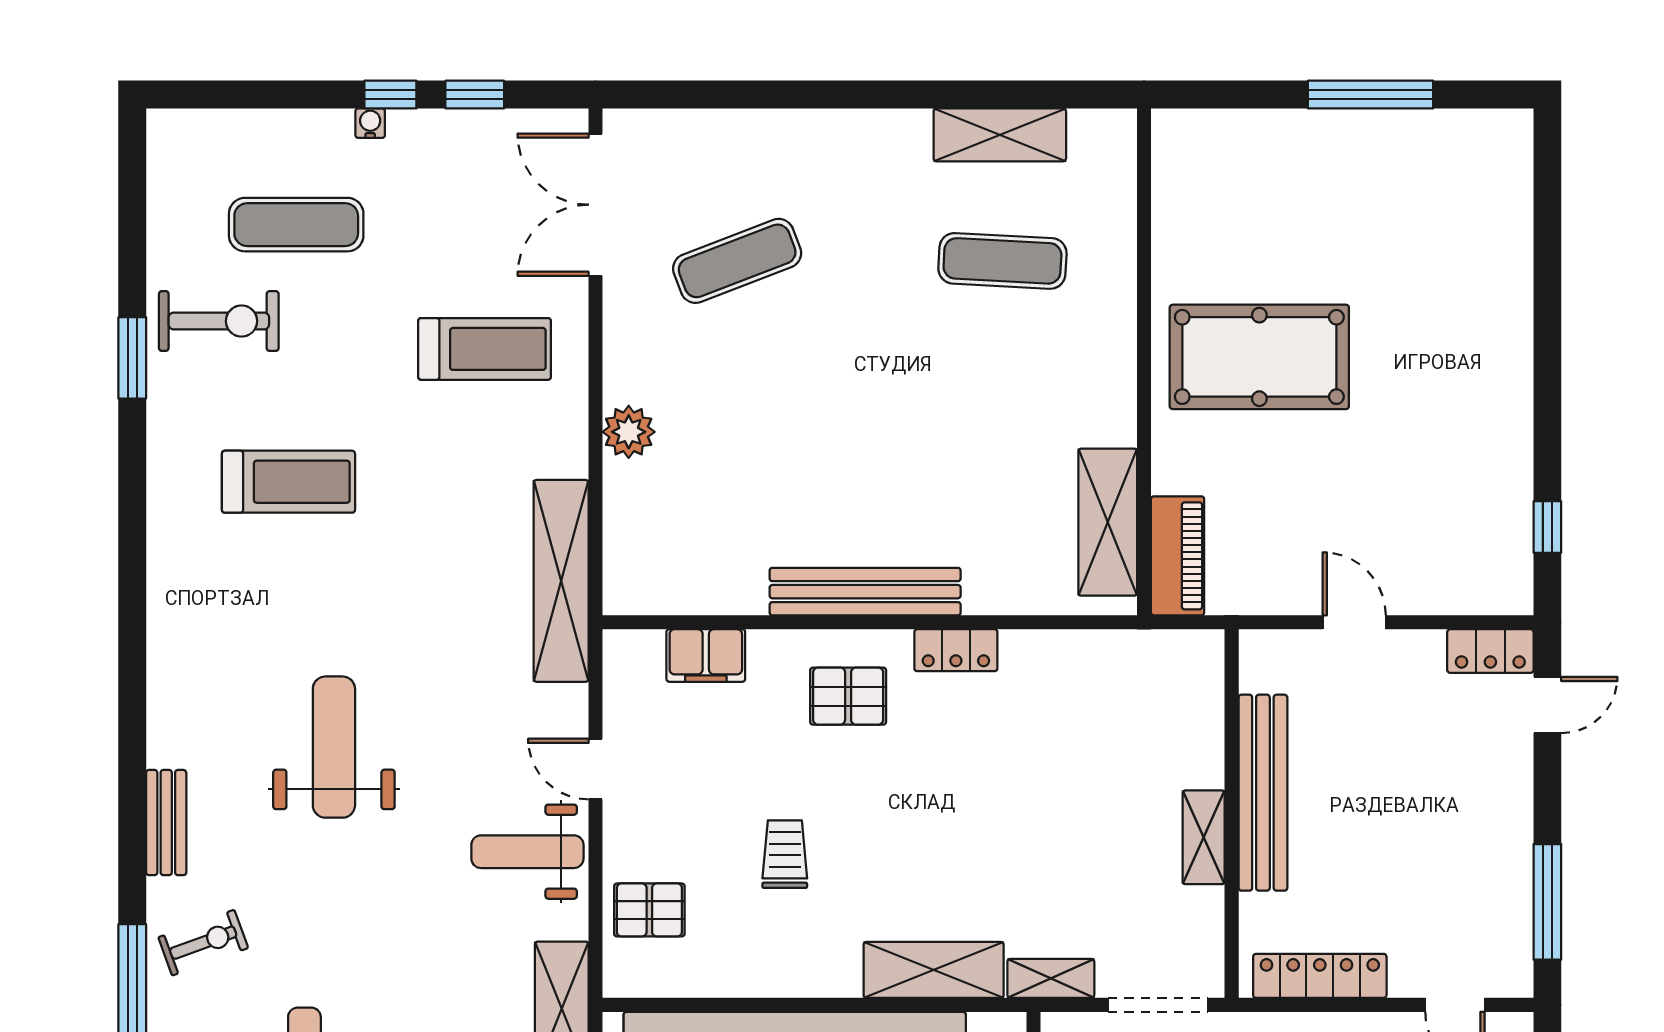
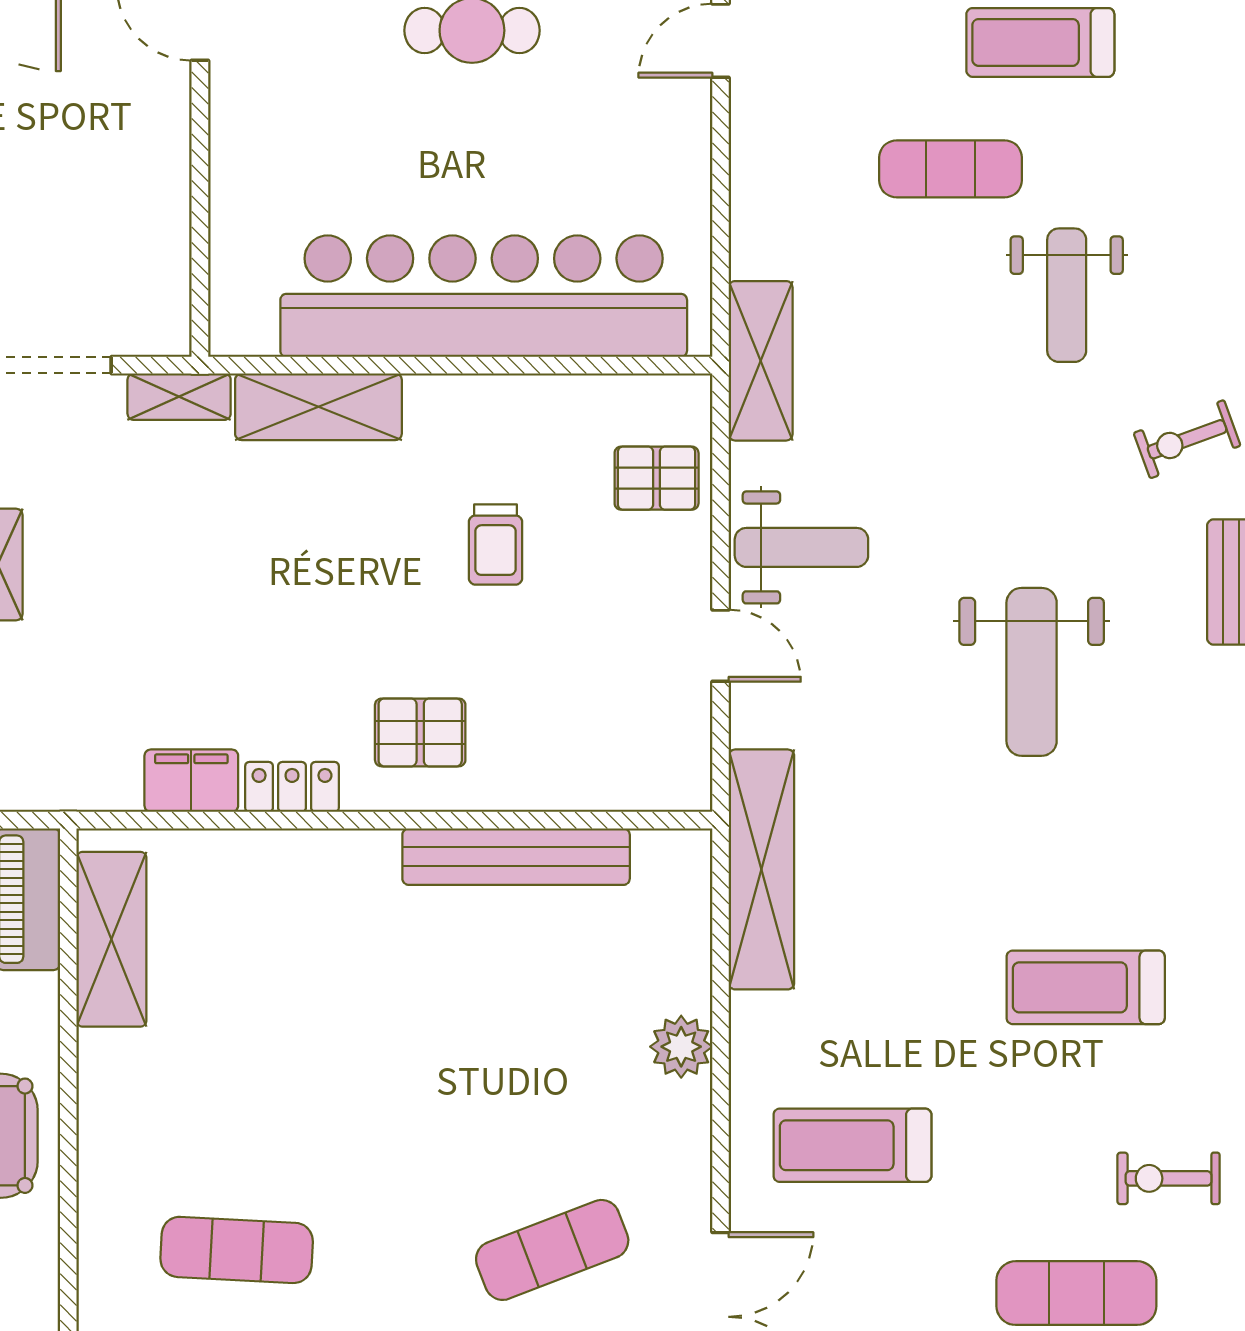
exercise bike: (219, 321) -> (1168, 1178), width x0.73, depth x0.72
bench: (865, 592) -> (516, 857), moved
filing cabinet: (706, 656) -> (191, 781), moved

